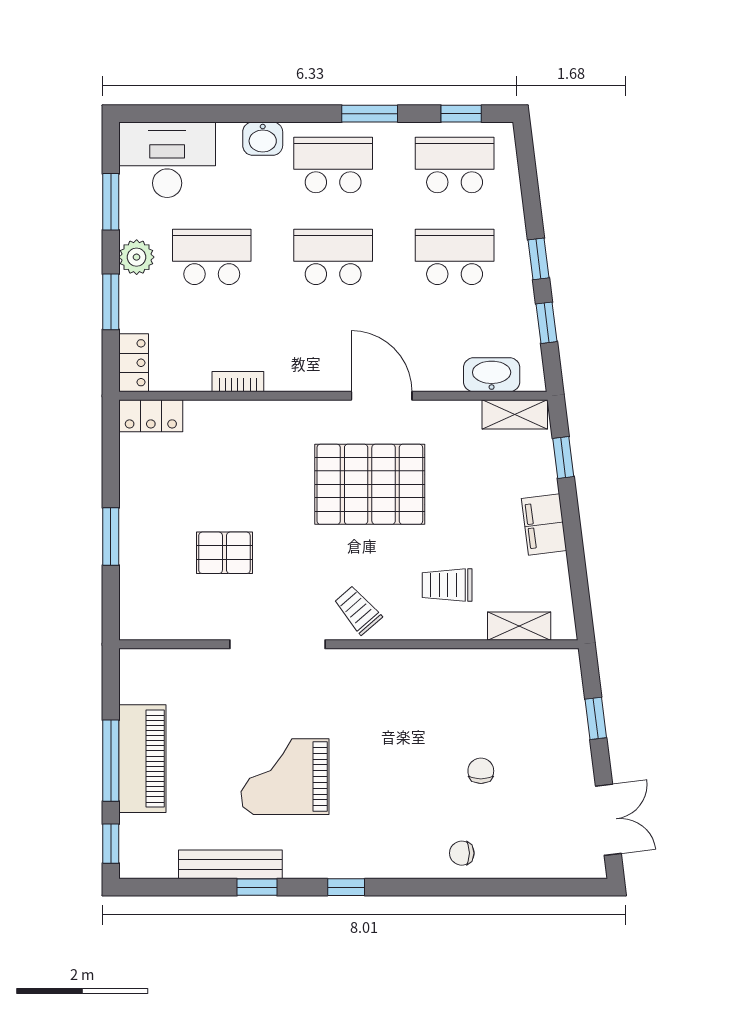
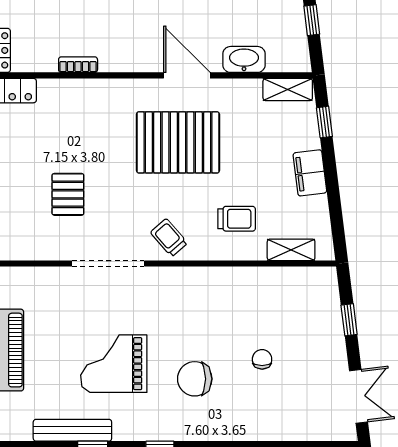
washbasin: (492, 375) -> (244, 59), moved
pallet: (224, 553) -> (68, 194), turned 90
trolley: (447, 585) -> (237, 219), turned 180
chair: (462, 853) -> (195, 379), moved, width x1.87, depth x1.87

